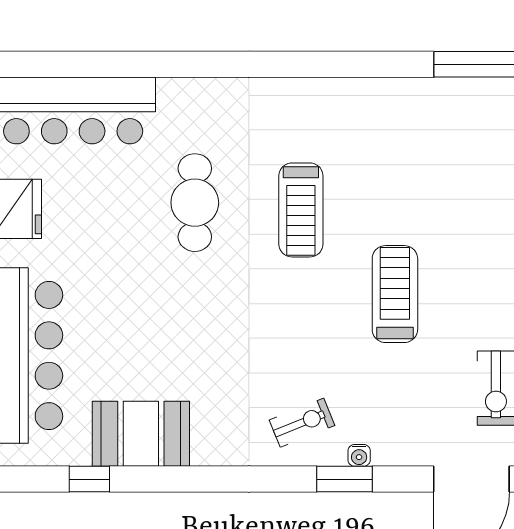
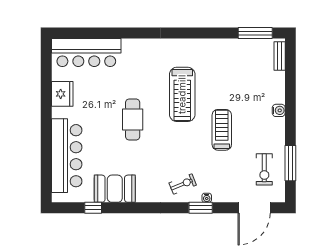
cafe table: (195, 203) -> (133, 120), moved
treadmill: (301, 210) -> (182, 94), width x1.37, depth x1.38

